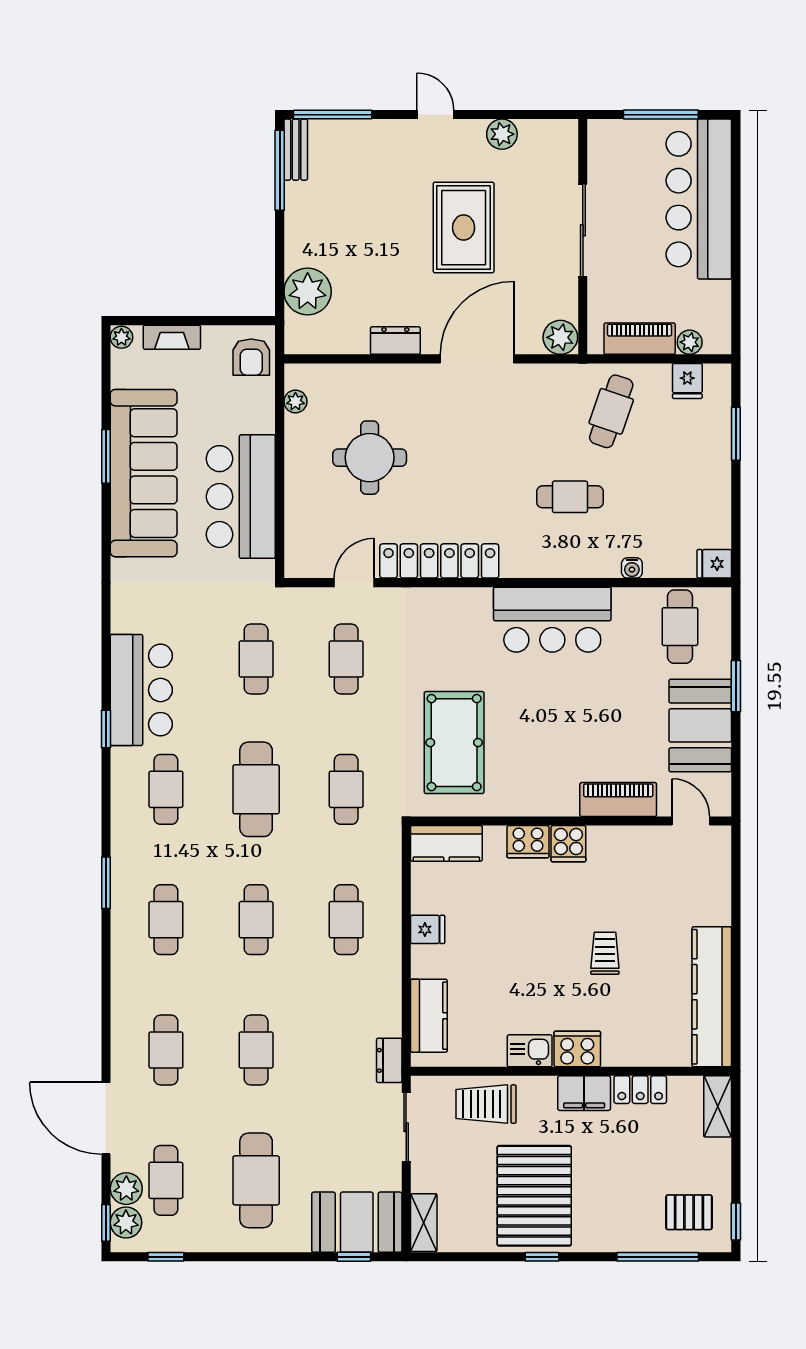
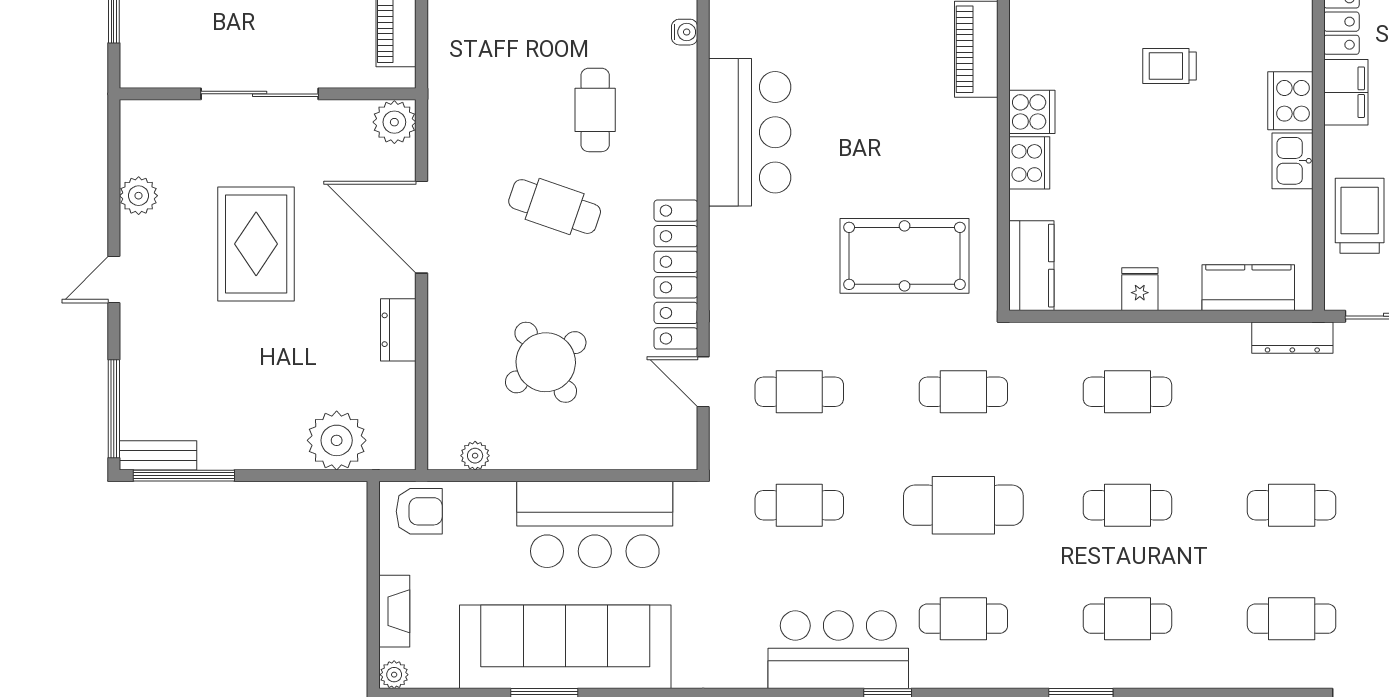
rug: (464, 228) -> (256, 244), turned 90
cafe table: (611, 411) -> (555, 207), moved
round table: (370, 458) -> (546, 362), turned -34
dresser: (389, 1060) -> (1292, 338), width x1.44
trolley: (486, 1104) -> (1360, 216), turned 180

